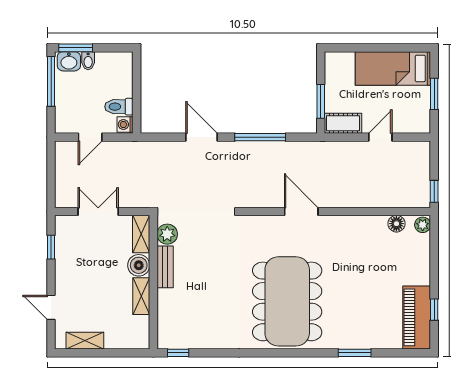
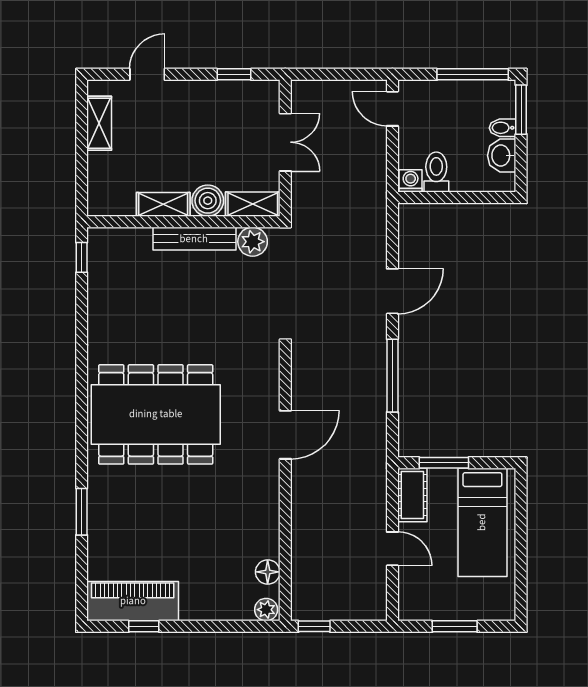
washbasin: (69, 61) -> (502, 156), moved
bed: (393, 68) -> (482, 522), moved, turned 180
door: (90, 137) -> (392, 109), moved
bench: (165, 267) -> (194, 239), width x1.36

